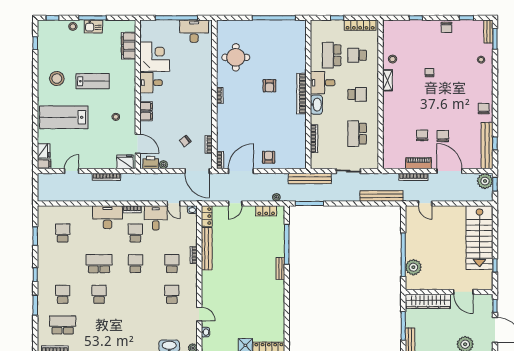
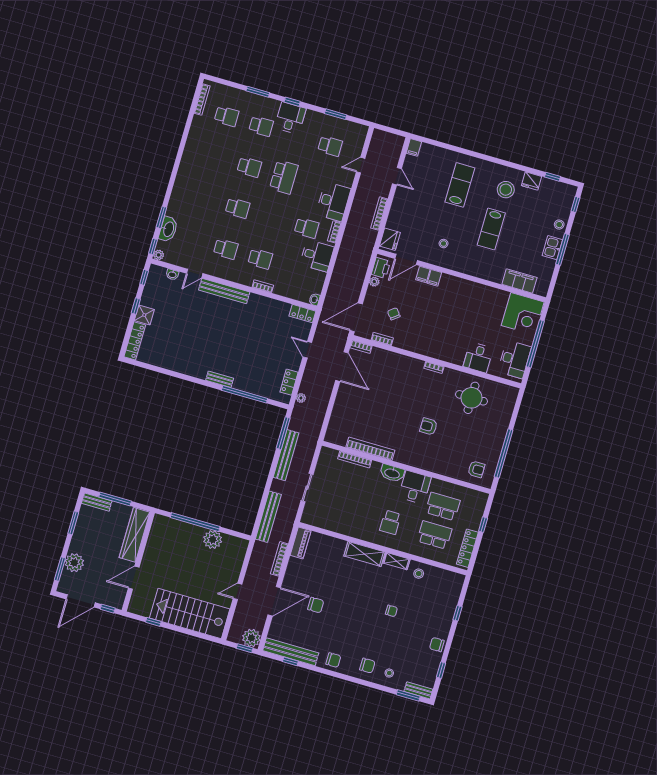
school desk: (357, 55) -> (434, 535), width x1.85
corner desk: (155, 57) -> (523, 314), moved
desk: (151, 83) -> (478, 357), moved, turned 180
bookcase: (301, 94) -> (370, 449), moved
filing cabinet: (146, 106) -> (423, 274), moved
shelving: (389, 108) -> (364, 554), added
lab bench: (64, 117) -> (460, 185), width x0.73, depth x0.72
school desk: (357, 134) -> (346, 510), removed
chair: (422, 135) -> (367, 666), moved
fridge: (44, 151) -> (531, 181), moved
armchair: (269, 157) -> (476, 469), moved
piano: (418, 163) -> (301, 543), moved
bench: (310, 179) -> (286, 455), moved
door: (174, 203) -> (361, 165), moved
door: (425, 203) -> (238, 591), moved
bench: (207, 249) -> (224, 291), moved
school desk: (135, 264) -> (237, 208), moved
plant: (413, 267) -> (213, 540), moved
desk: (49, 272) -> (290, 118), added
school desk: (63, 325) -> (227, 116), width x0.54

